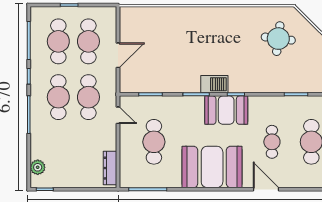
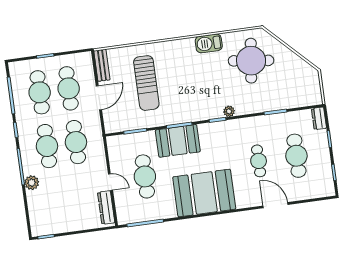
bench: (126, 22) -> (102, 65), added
round table: (278, 39) -> (251, 61), width x1.36, depth x1.36
sun lounger: (168, 47) -> (146, 83), added
barbecue: (214, 84) -> (209, 43), moved, turned 180
plant: (249, 87) -> (229, 111), added
booth: (226, 110) -> (178, 141), moved
door: (118, 115) -> (110, 182), moved
plant: (38, 167) -> (32, 183), moved
door: (266, 189) -> (276, 205), moved

